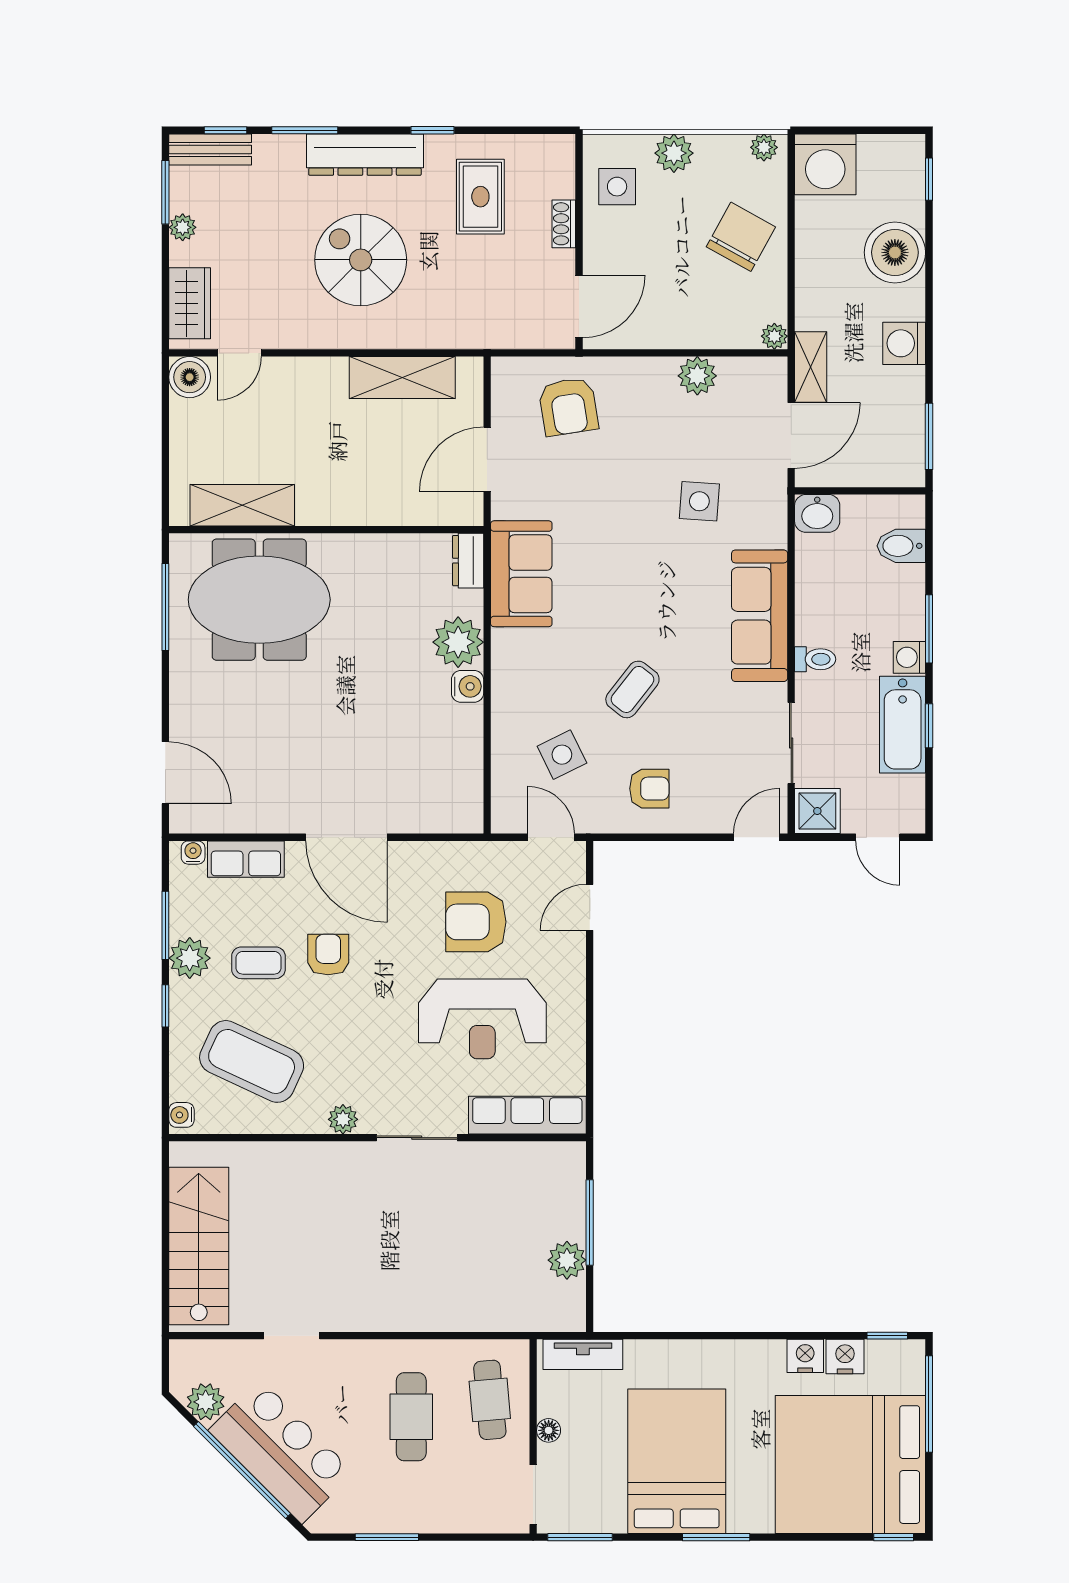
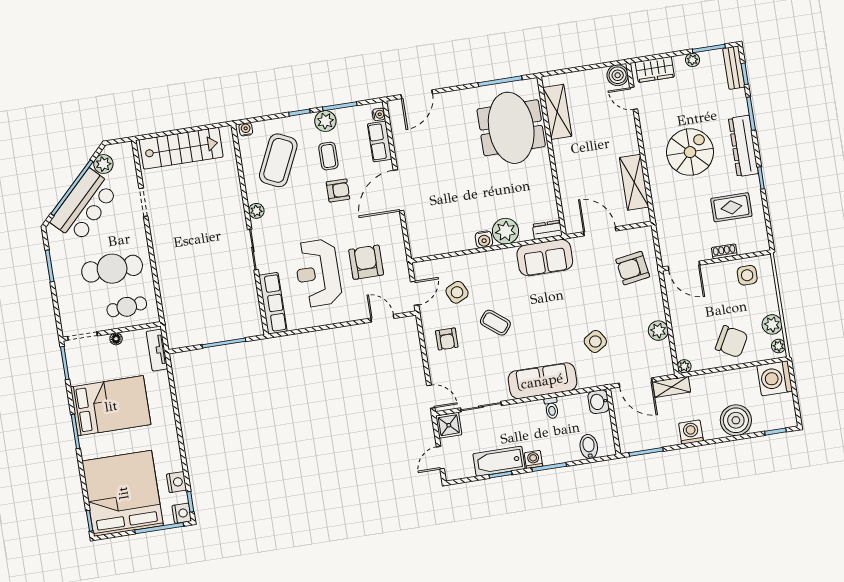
plant: (674, 153) -> (772, 324), moved
side table: (699, 501) -> (595, 341), turned -36
toilet: (815, 659) -> (552, 408), moved
plant: (567, 1260) -> (203, 335), removed
nightstand: (805, 1356) -> (182, 513), moved
cafe table: (411, 1417) -> (112, 269), width x1.37, depth x1.35

